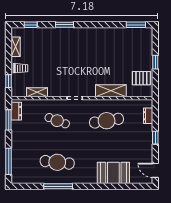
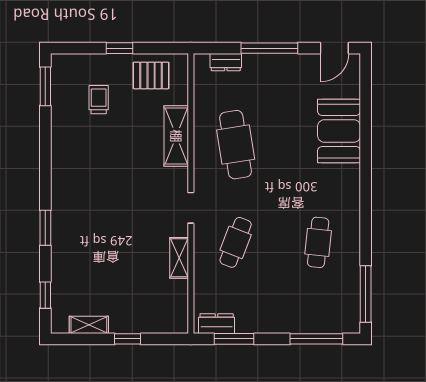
trolley: (20, 68) -> (99, 100), moved
pallet: (141, 78) -> (151, 75), turned 90
window: (9, 81) -> (128, 339), moved
shelving: (37, 92) -> (179, 258), moved
window: (155, 138) -> (269, 48), width x2.17
cafe table: (57, 162) -> (318, 242), width x0.73, depth x0.74
window: (58, 186) -> (366, 294), moved

